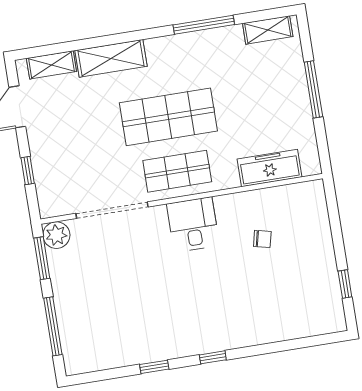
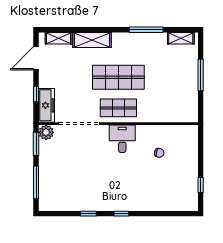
freezer: (270, 168) -> (46, 105), moved, turned 90

